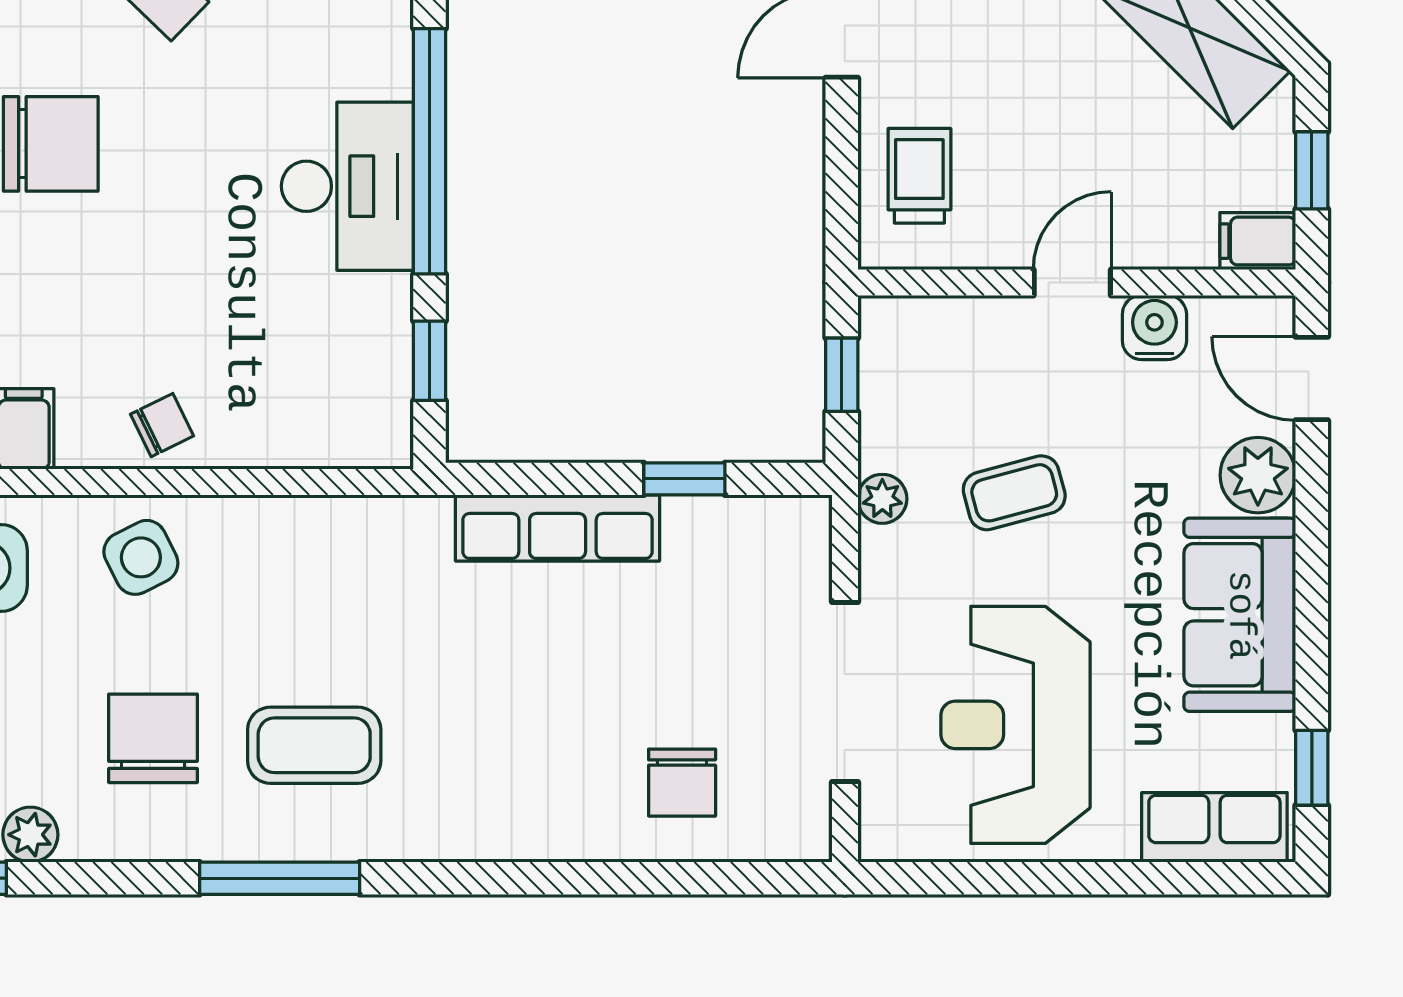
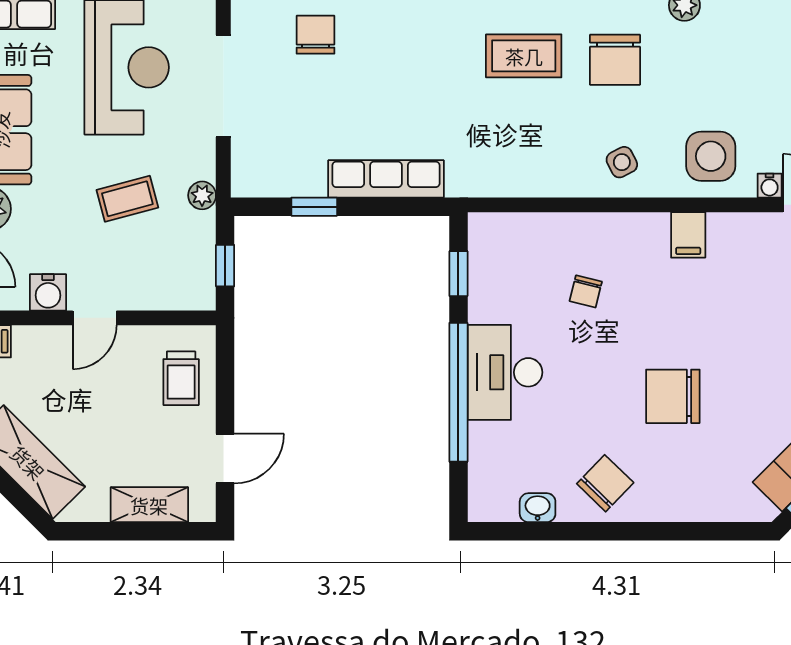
chair: (162, 425) -> (586, 291), moved, turned -50
side table: (141, 557) -> (622, 162), width x0.73, depth x0.73

